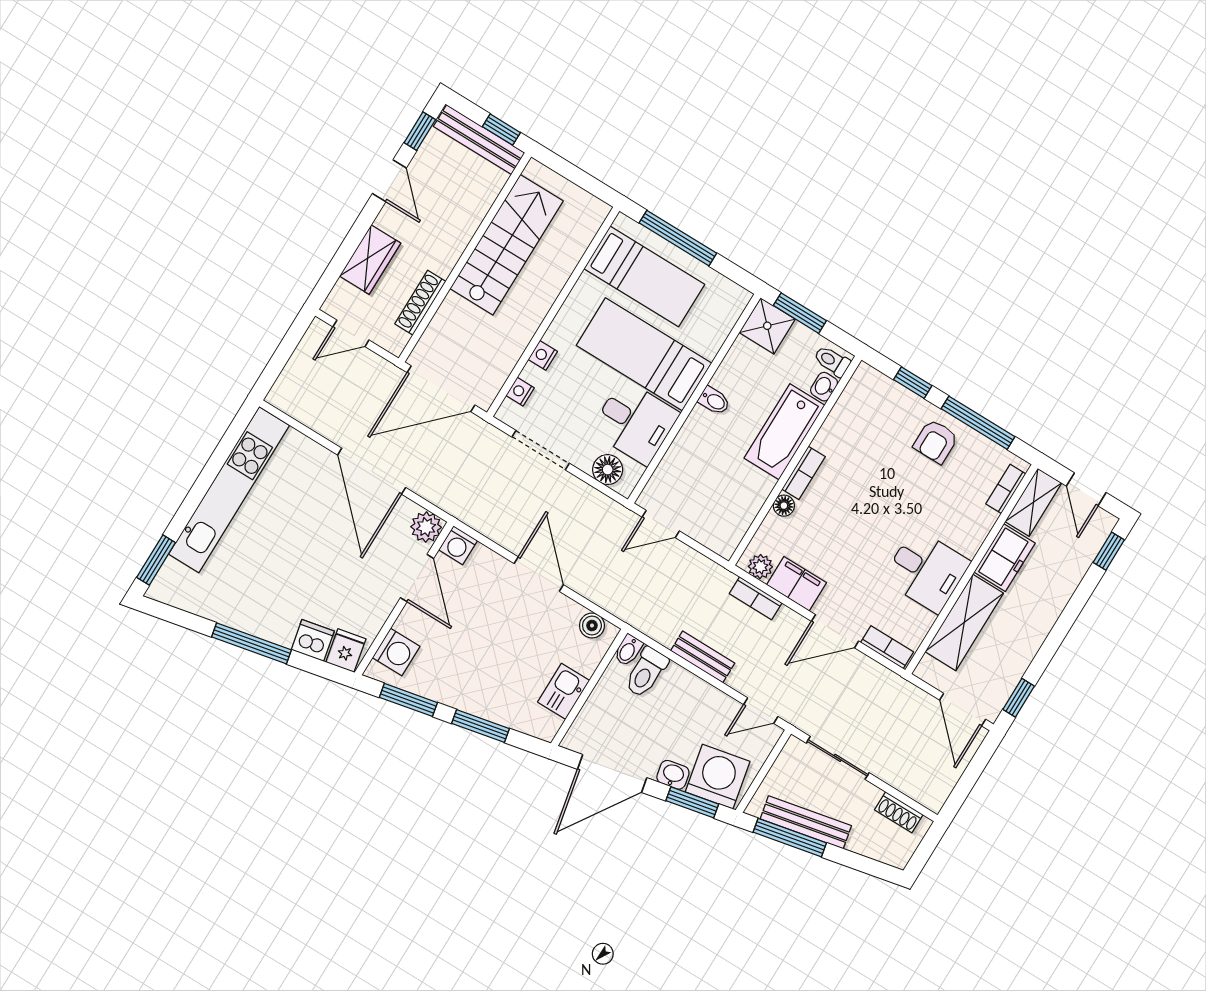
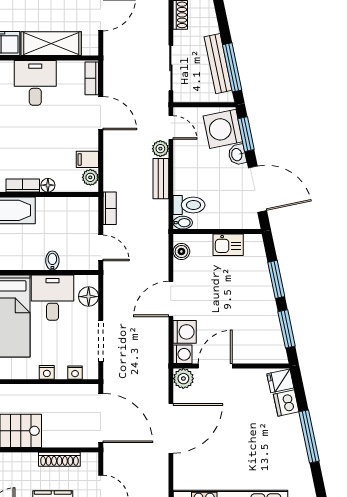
bidet: (714, 401) -> (52, 261), moved
filing cabinet: (796, 584) -> (87, 159), width x0.50
bookcase: (756, 598) -> (110, 208), moved
washing machine: (396, 652) -> (185, 332), moved, turned 90
plant: (742, 680) -> (160, 149), added

